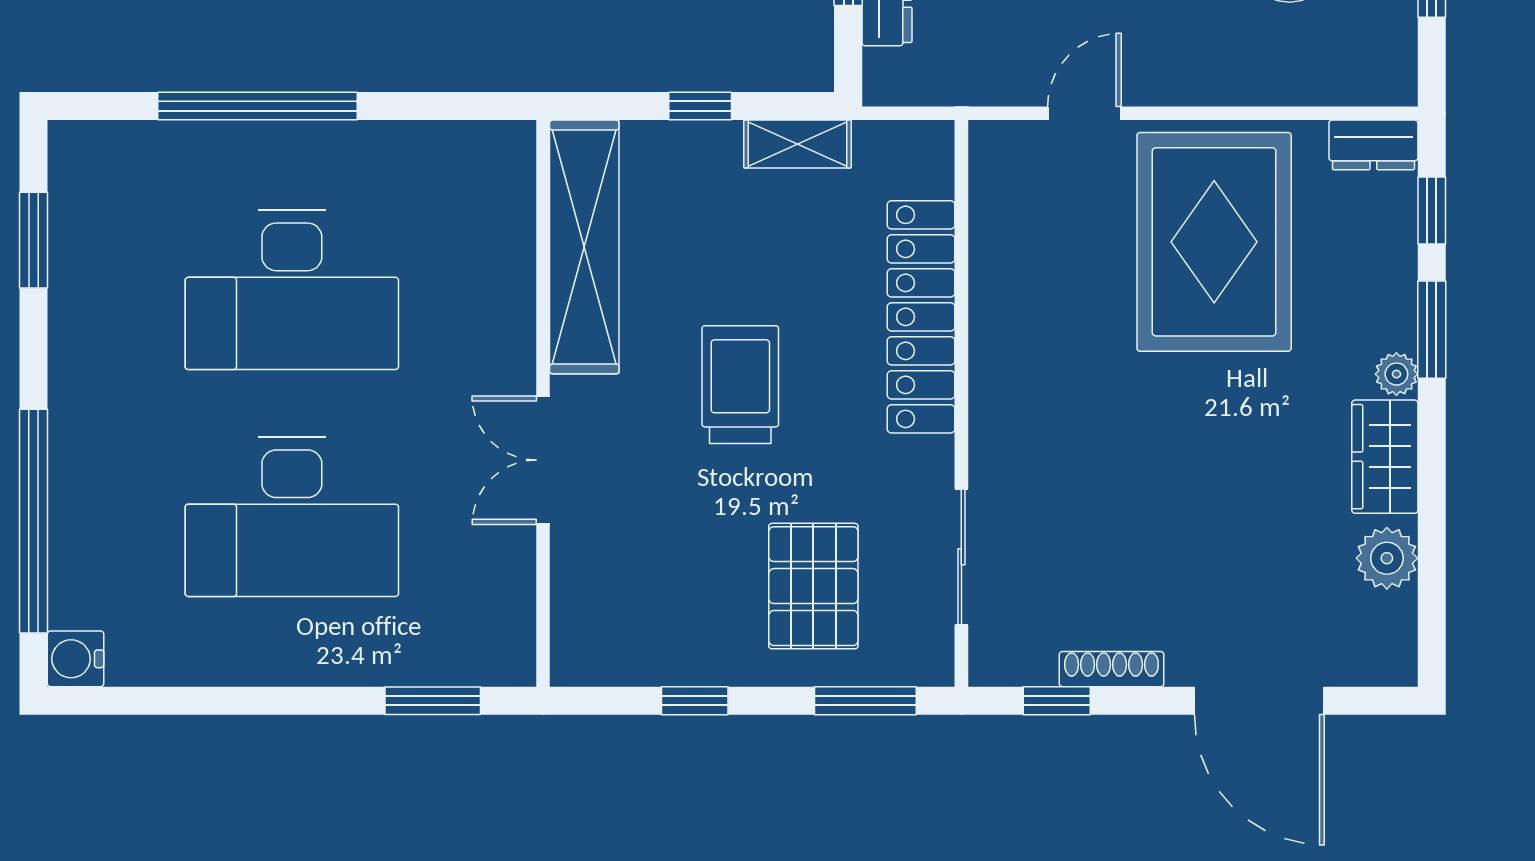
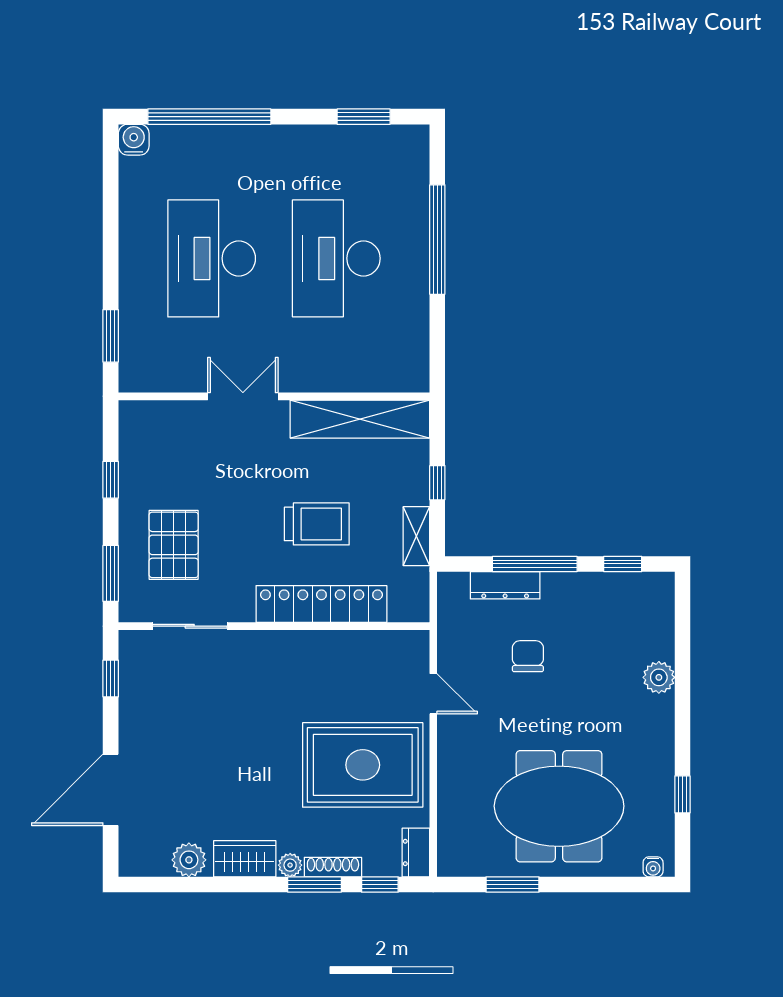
trolley: (740, 385) -> (317, 524), moved
pallet: (813, 586) -> (174, 545), turned 90
shoe rack: (1112, 669) -> (333, 867), moved, turned -90

